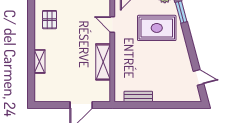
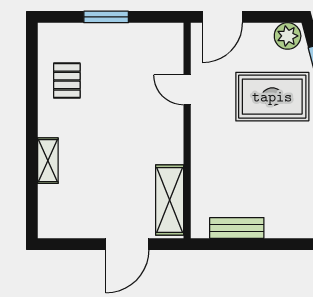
shelving: (103, 62) -> (170, 200), moved

